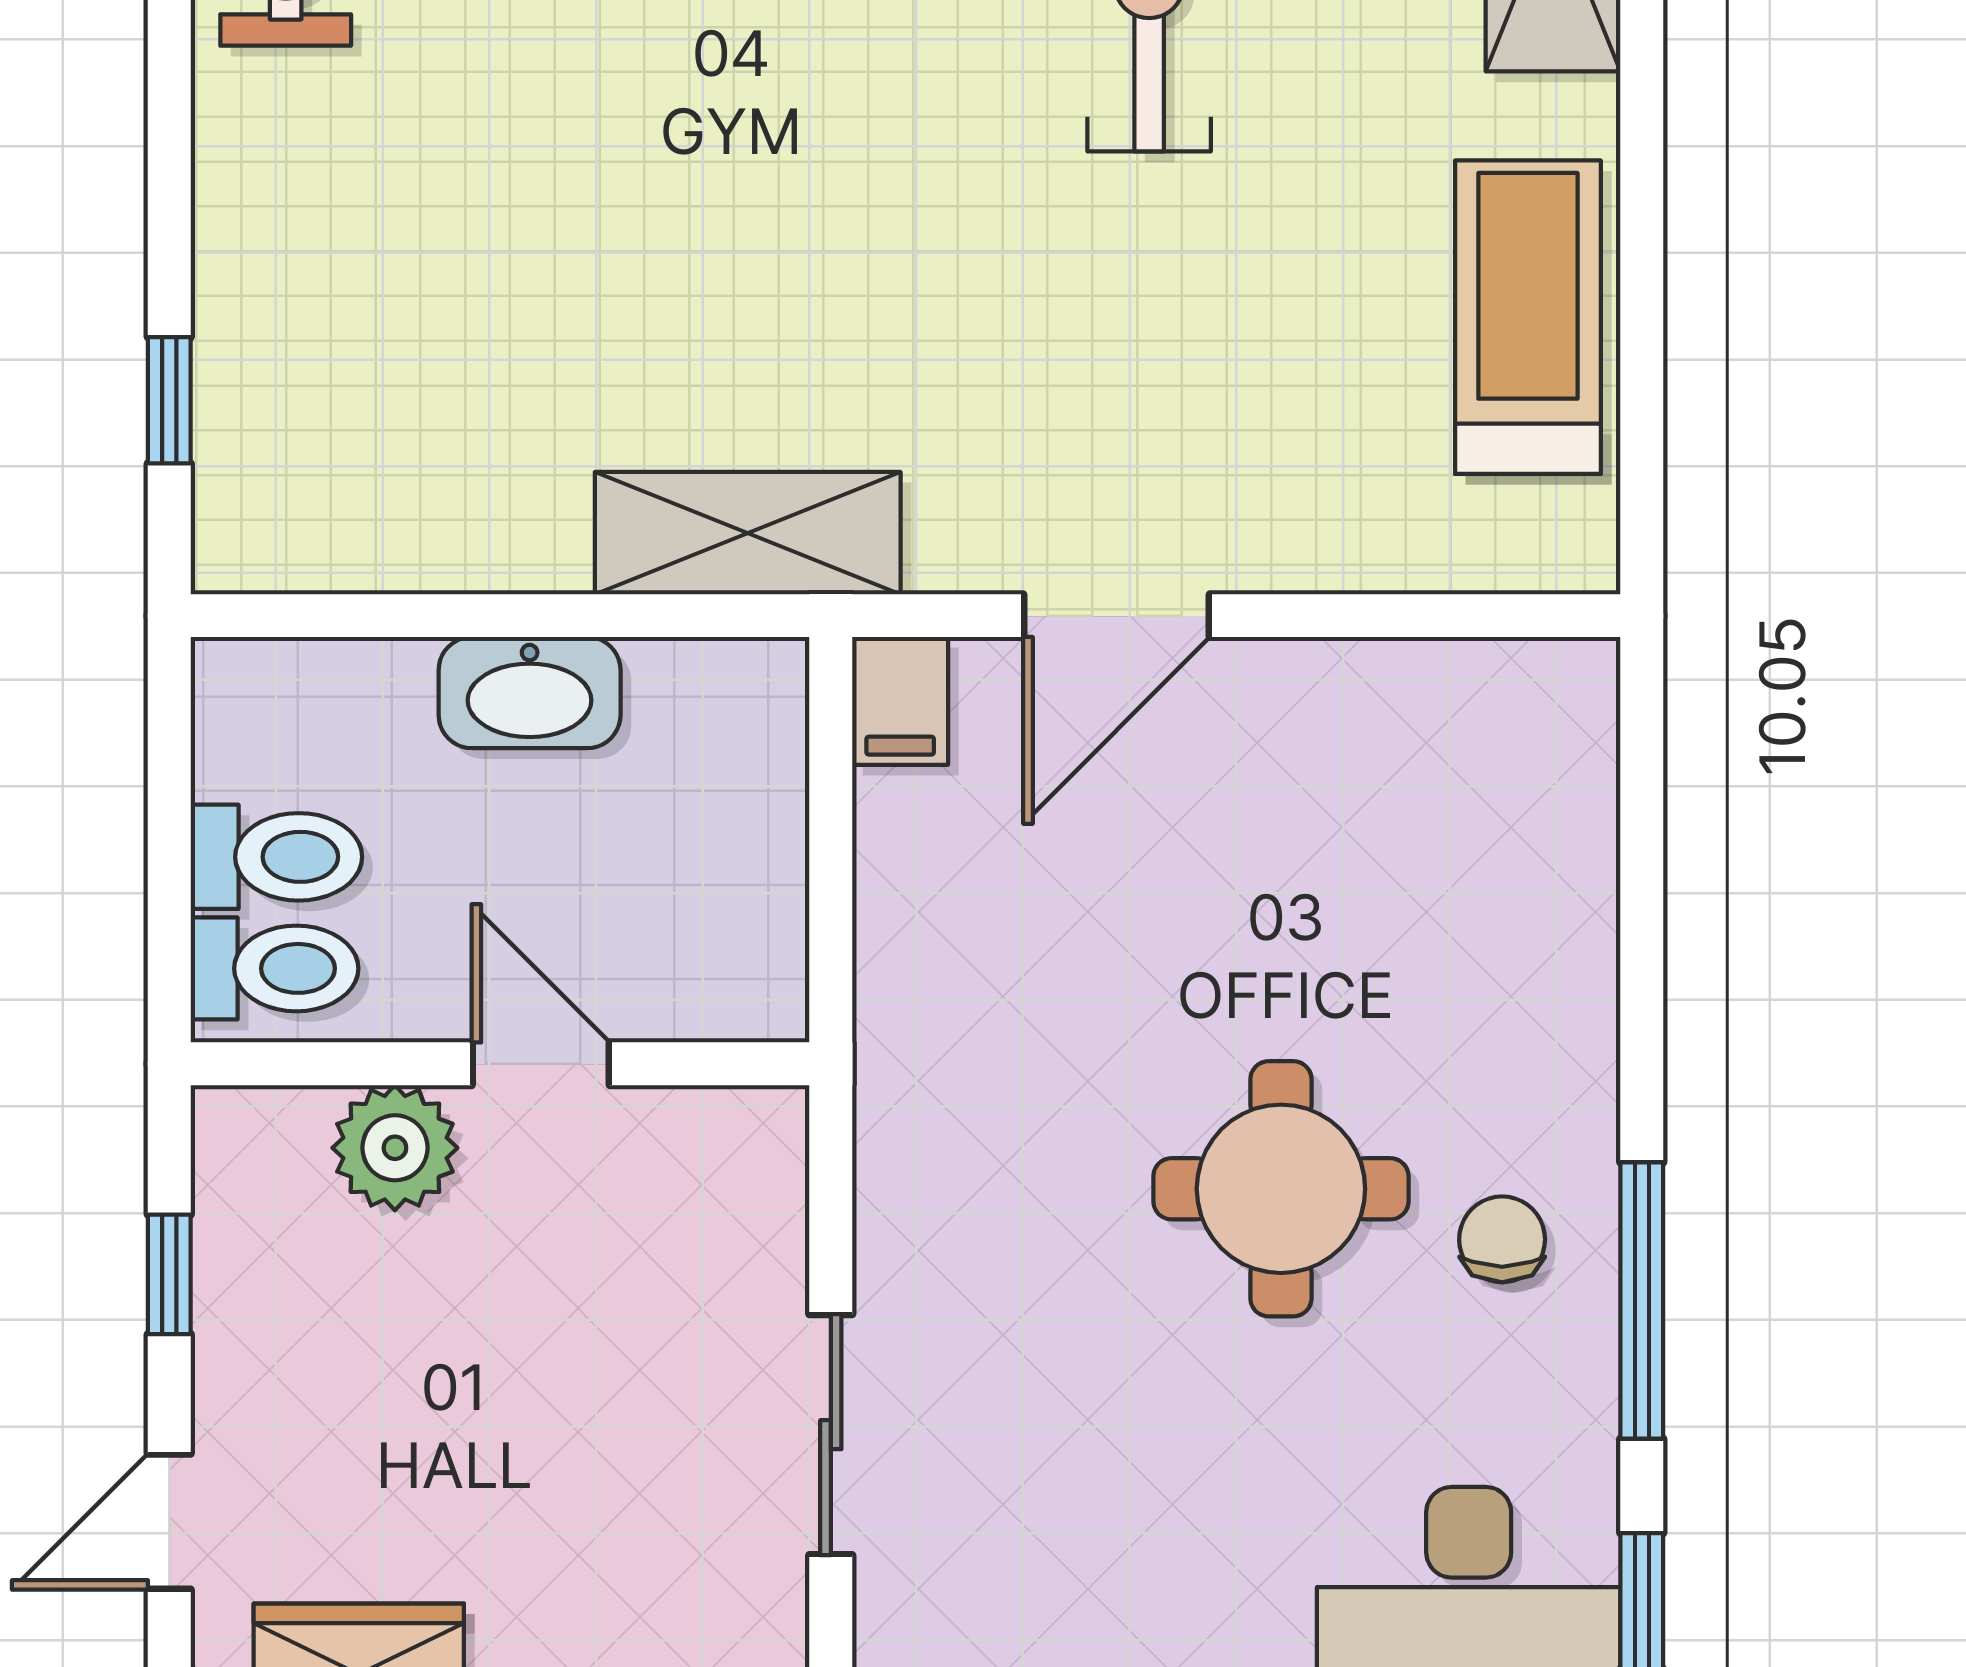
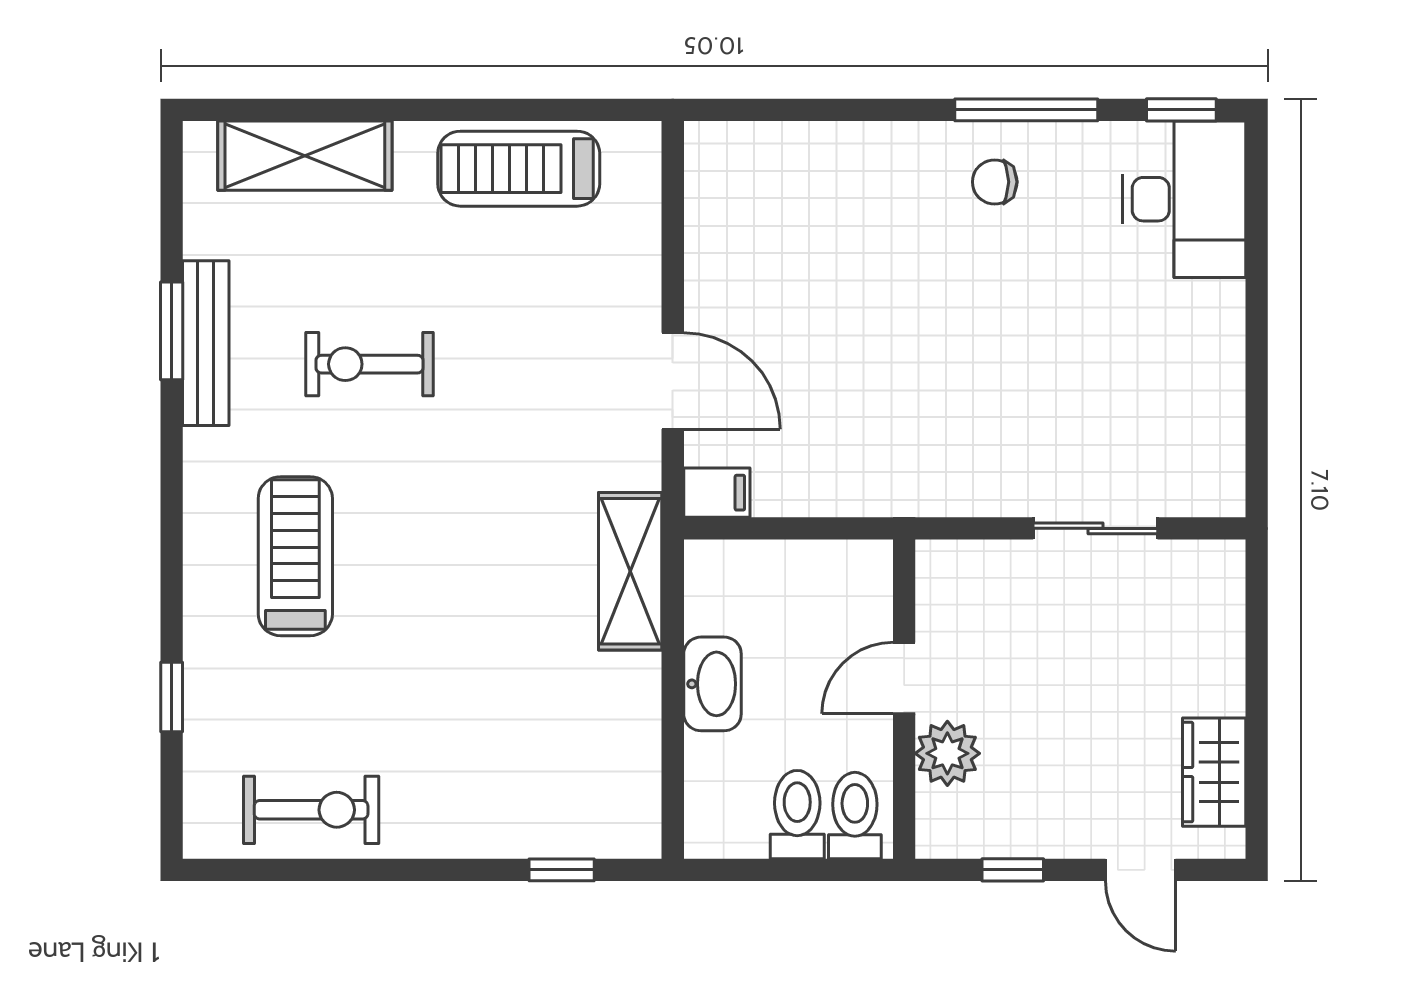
round table: (1281, 1189) -> (969, 296), removed

